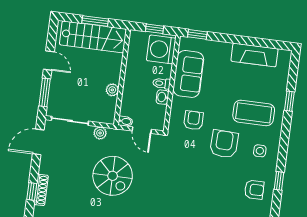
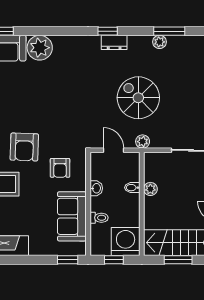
washing machine: (161, 49) -> (126, 242), moved, turned -90
toilet: (161, 83) -> (99, 218), moved
bidet: (125, 121) -> (132, 188), moved
plant: (100, 133) -> (143, 142), moved

